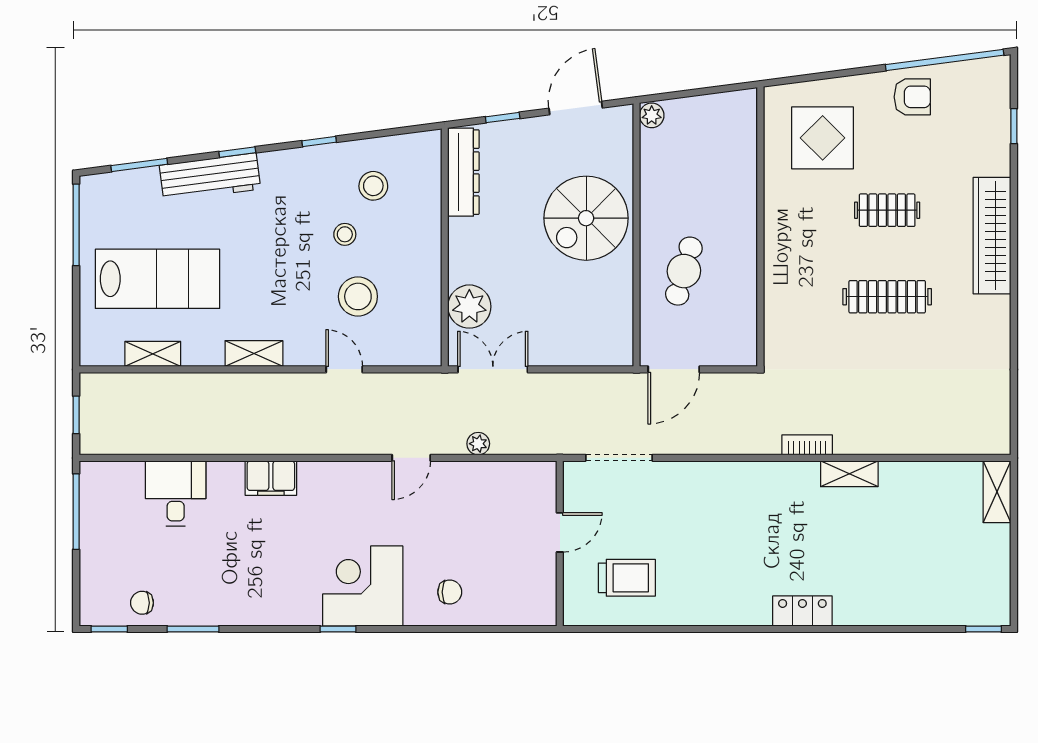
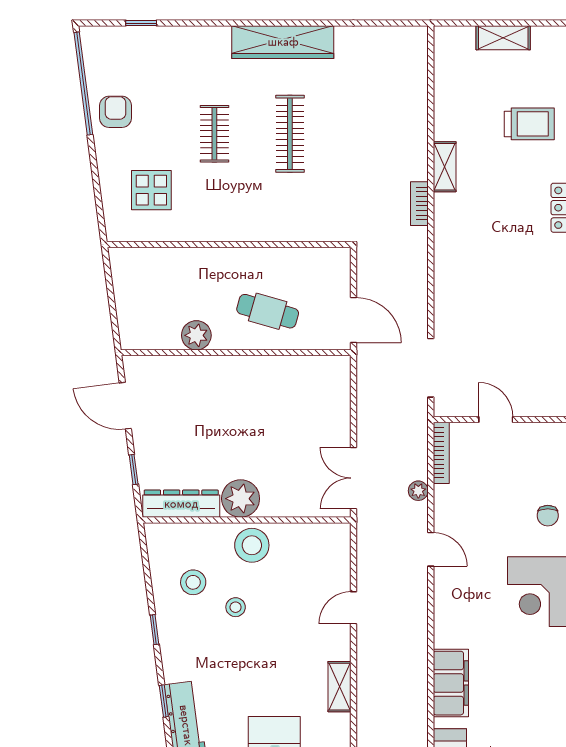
plant: (652, 115) -> (196, 335), moved, width x1.38, depth x1.38
display table: (823, 138) -> (151, 190), width x0.73, depth x0.73
spiral stairs: (586, 218) -> (221, 397), removed
wardrobe: (992, 236) -> (283, 42), moved
stool: (358, 296) -> (252, 545), moved
plant: (469, 307) -> (241, 499), moved
bookcase: (522, 470) -> (441, 453), added
filing cabinet: (271, 478) -> (451, 683), width x1.50, depth x1.17
shelving: (997, 492) -> (503, 38), moved
trolley: (627, 578) -> (529, 124), moved, turned 90
chair: (450, 592) -> (548, 516), turned 180

